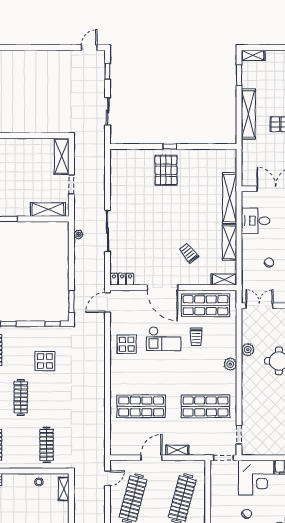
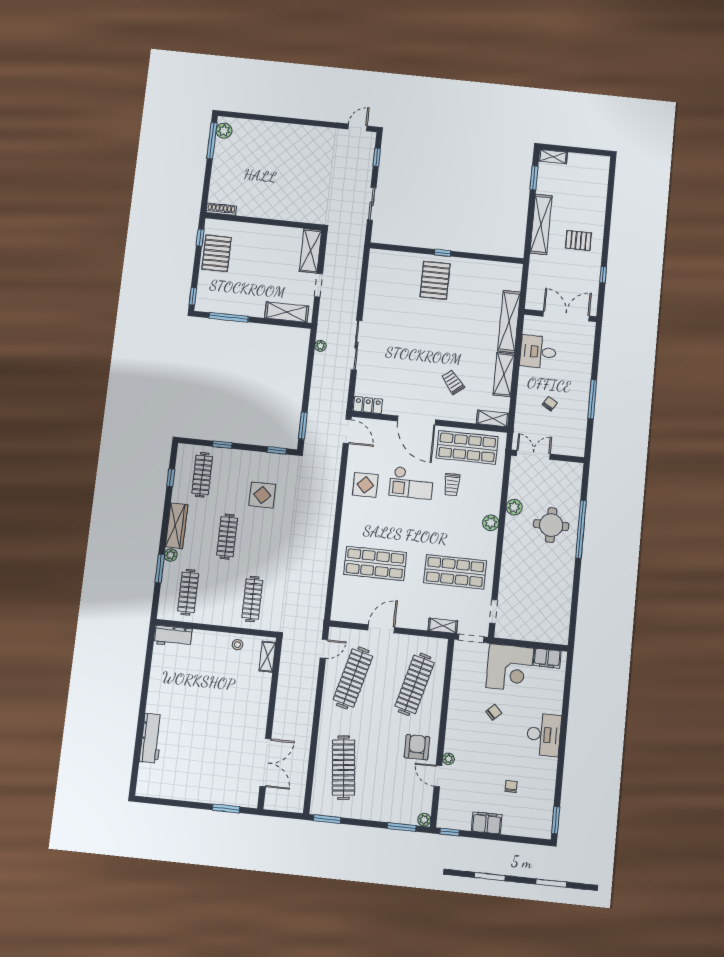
door: (108, 302) -> (347, 431), swing flipped
shelving: (177, 450) -> (443, 626), moved

